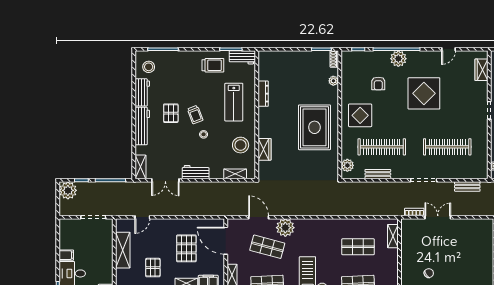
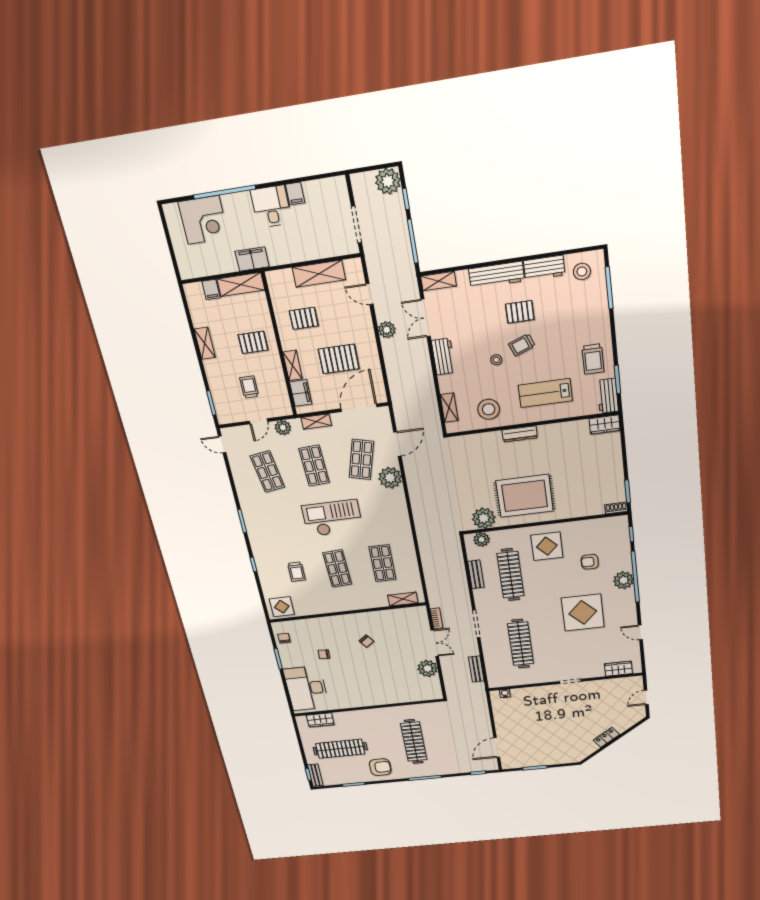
plant: (333, 81) -> (484, 518), moved, width x1.88, depth x1.88
dresser: (263, 94) -> (520, 434), moved
wardrobe: (265, 149) -> (605, 425), moved
plant: (170, 210) -> (387, 330), added
plant: (462, 227) -> (428, 668), added

